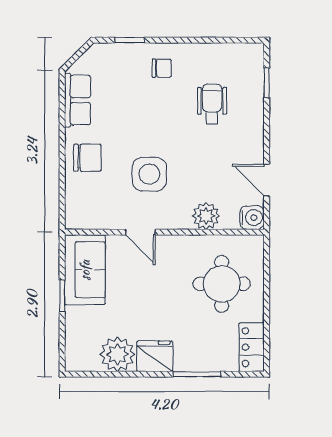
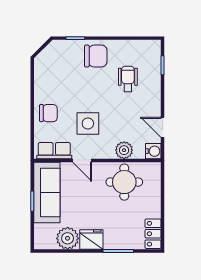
chair: (162, 68) -> (96, 56), width x1.87, depth x1.87
row of seats: (78, 100) -> (54, 151), moved, turned -90
sofa: (85, 270) -> (47, 192), width x1.36
round table: (222, 284) -> (124, 182), moved

